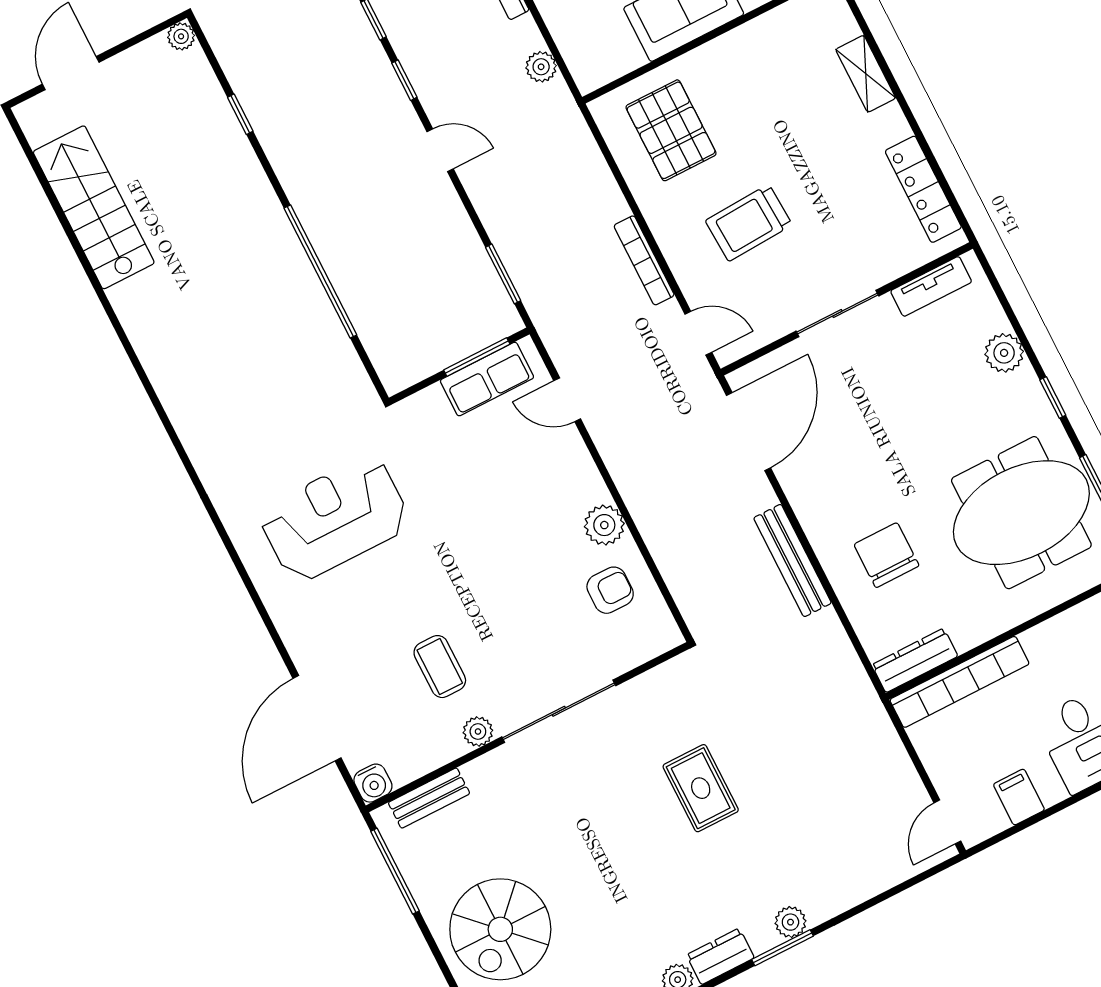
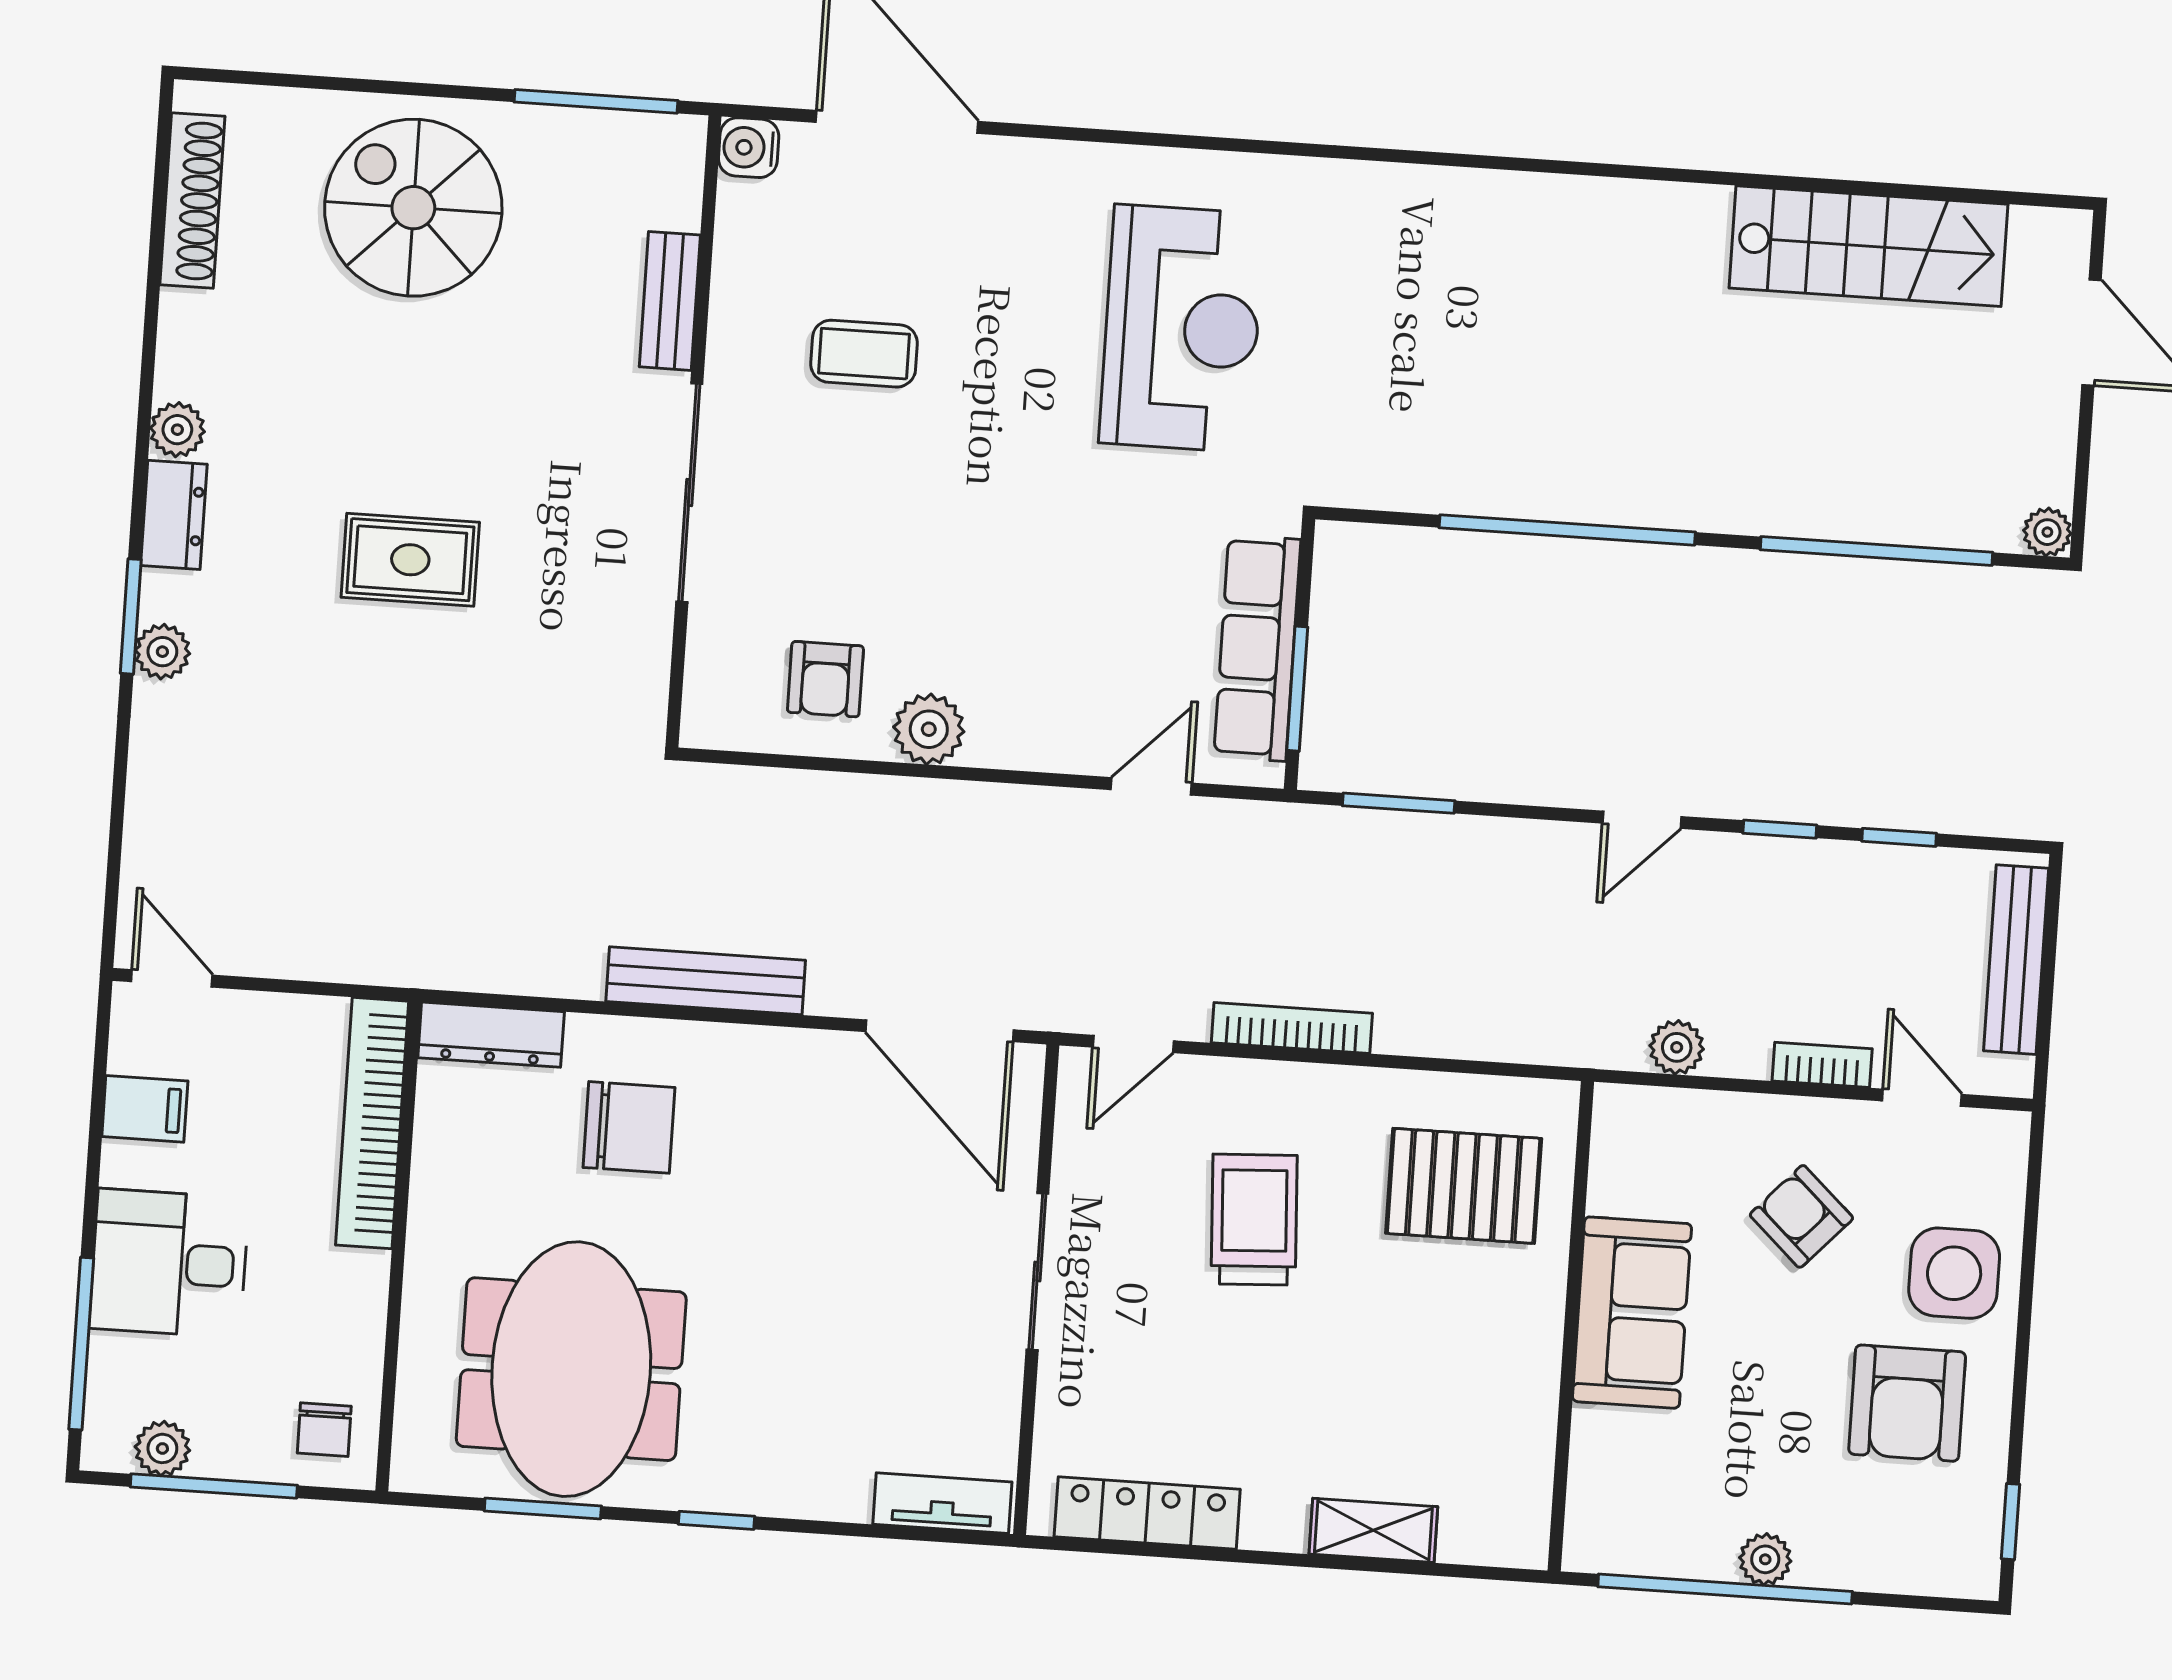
window: (240, 114) -> (1877, 551), width x3.17
tv unit: (931, 286) -> (942, 1503), moved, turned 90
plant: (1004, 353) -> (828, 1487), removed
row of seats: (487, 379) -> (1257, 648), width x1.48
dresser: (915, 660) -> (491, 1035), moved, turned 90
plant: (478, 732) -> (732, 352), removed
rug: (701, 788) -> (410, 560), moved
bench: (429, 798) -> (670, 301), moved

